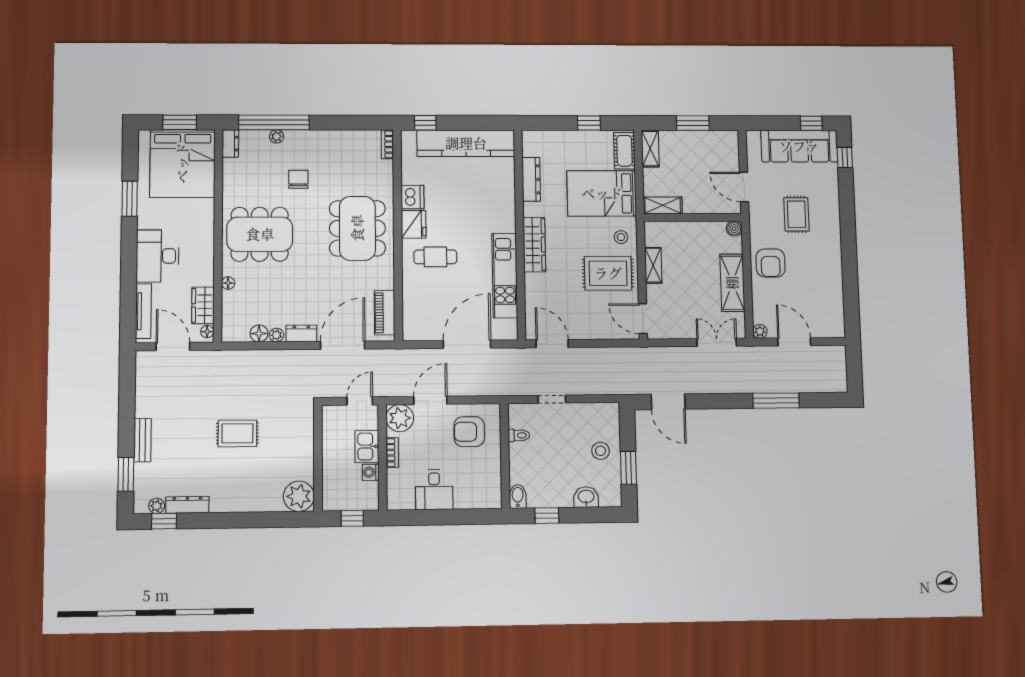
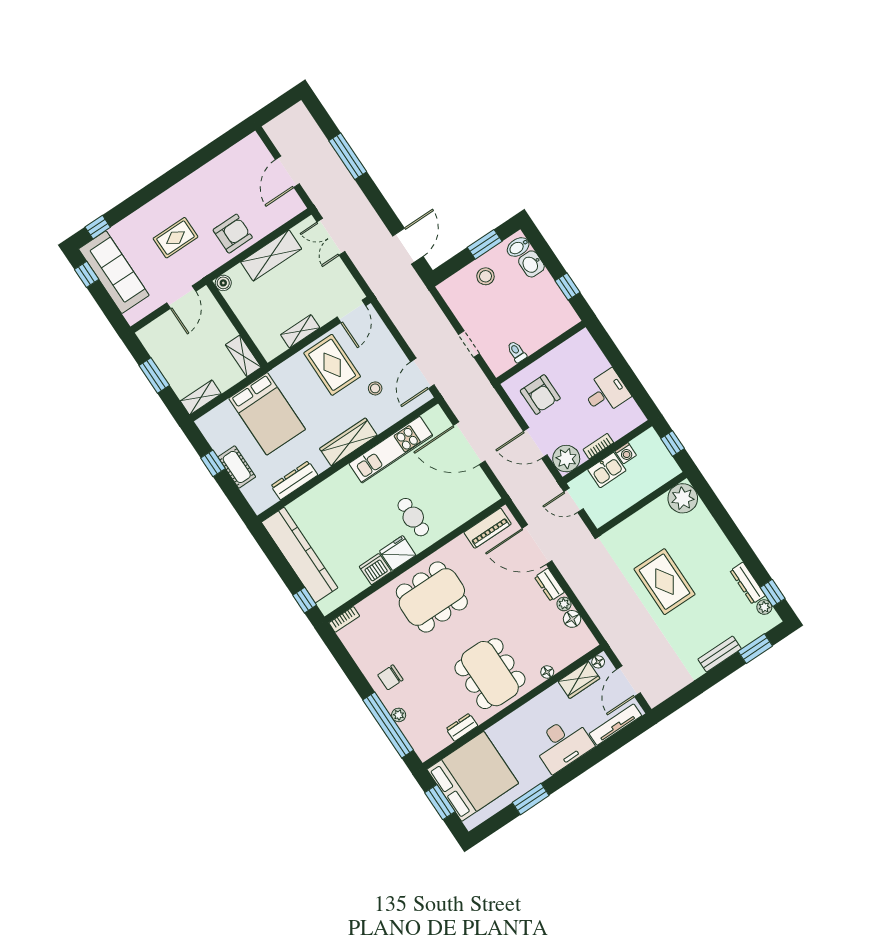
dresser: (230, 144) -> (462, 727), moved
cot: (624, 151) -> (237, 467), moved, turned 90
chair: (298, 179) -> (390, 677), moved
stool: (621, 237) -> (375, 388), moved
plant: (760, 331) -> (298, 206), removed
rug: (237, 433) -> (664, 582), width x1.36, depth x1.43
bidet: (518, 496) -> (518, 247), moved

